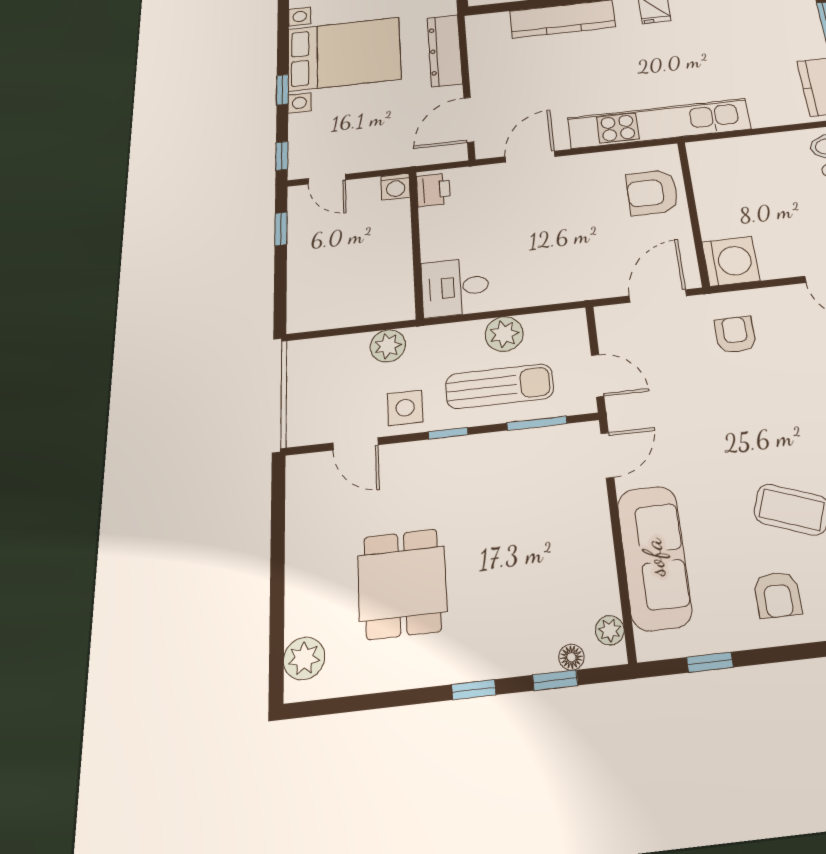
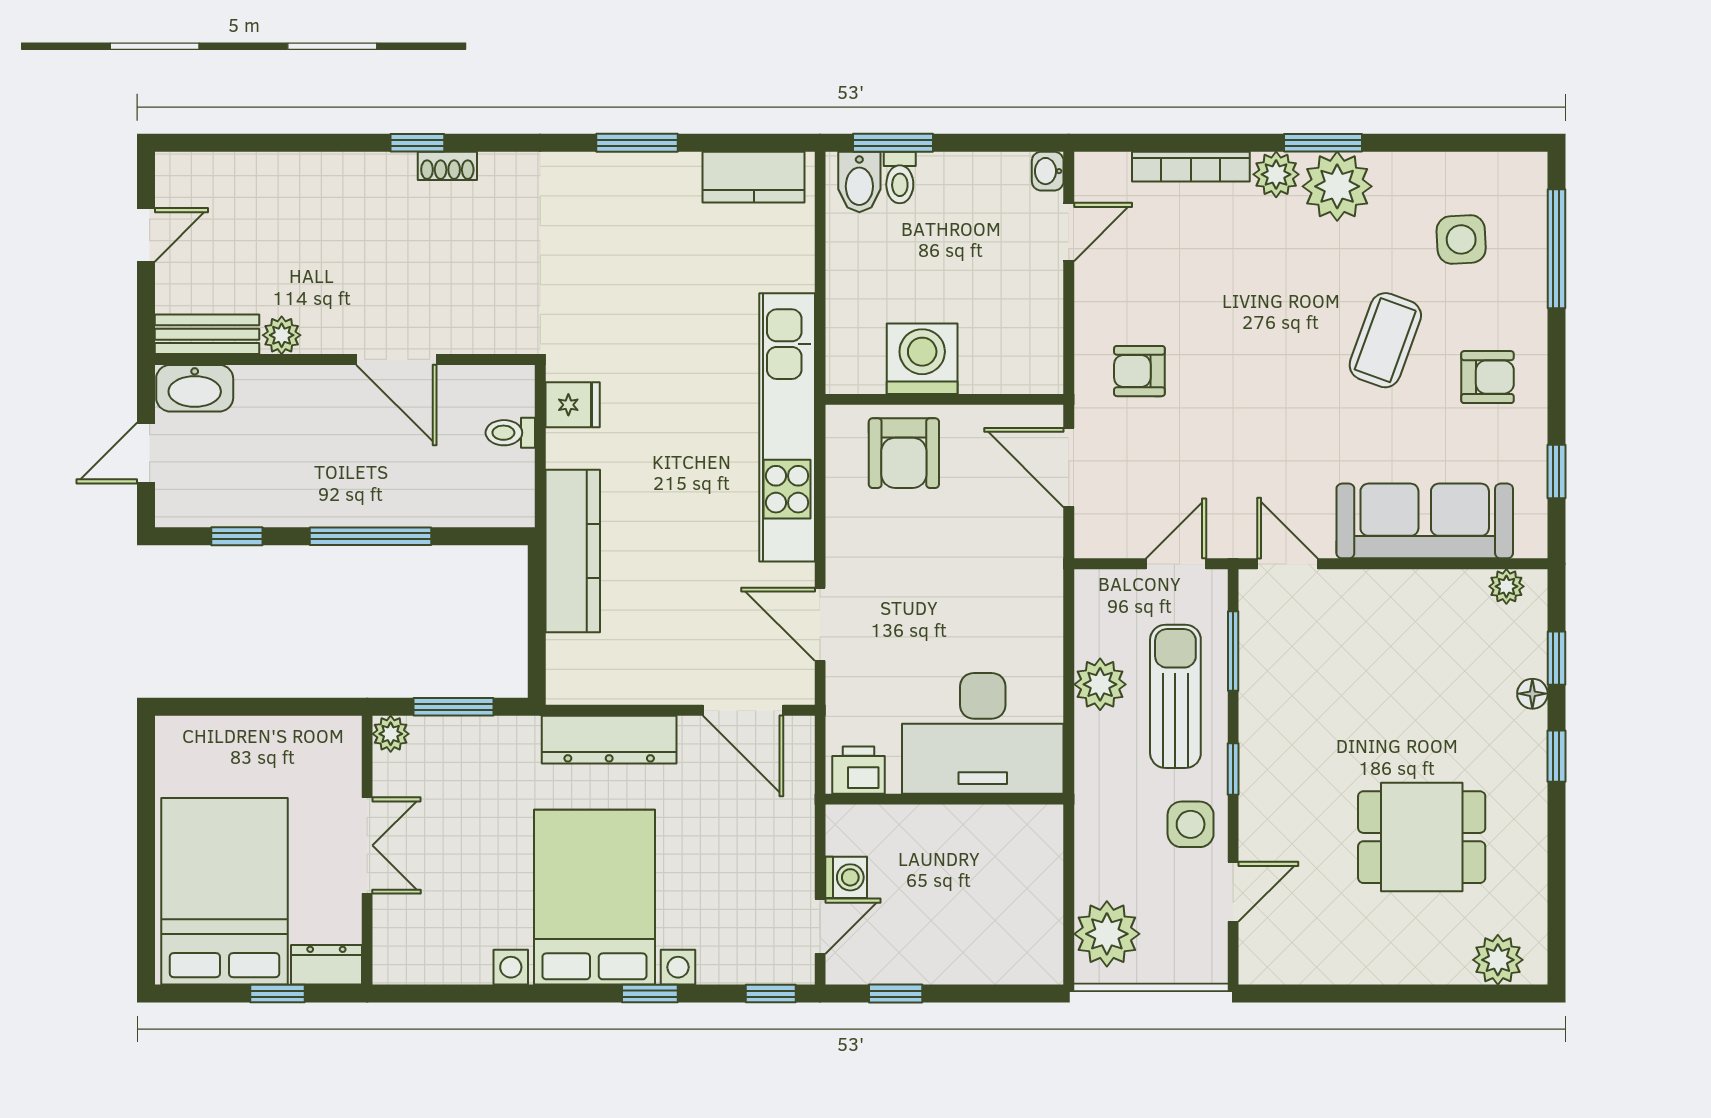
washing machine: (396, 187) -> (846, 877), moved
washing machine: (731, 261) -> (922, 359), moved
desk: (455, 287) -> (983, 733), width x1.87, depth x1.30
plant: (388, 346) -> (1107, 934), moved, width x1.36, depth x1.36
floor lamp: (571, 657) -> (1532, 694), moved

